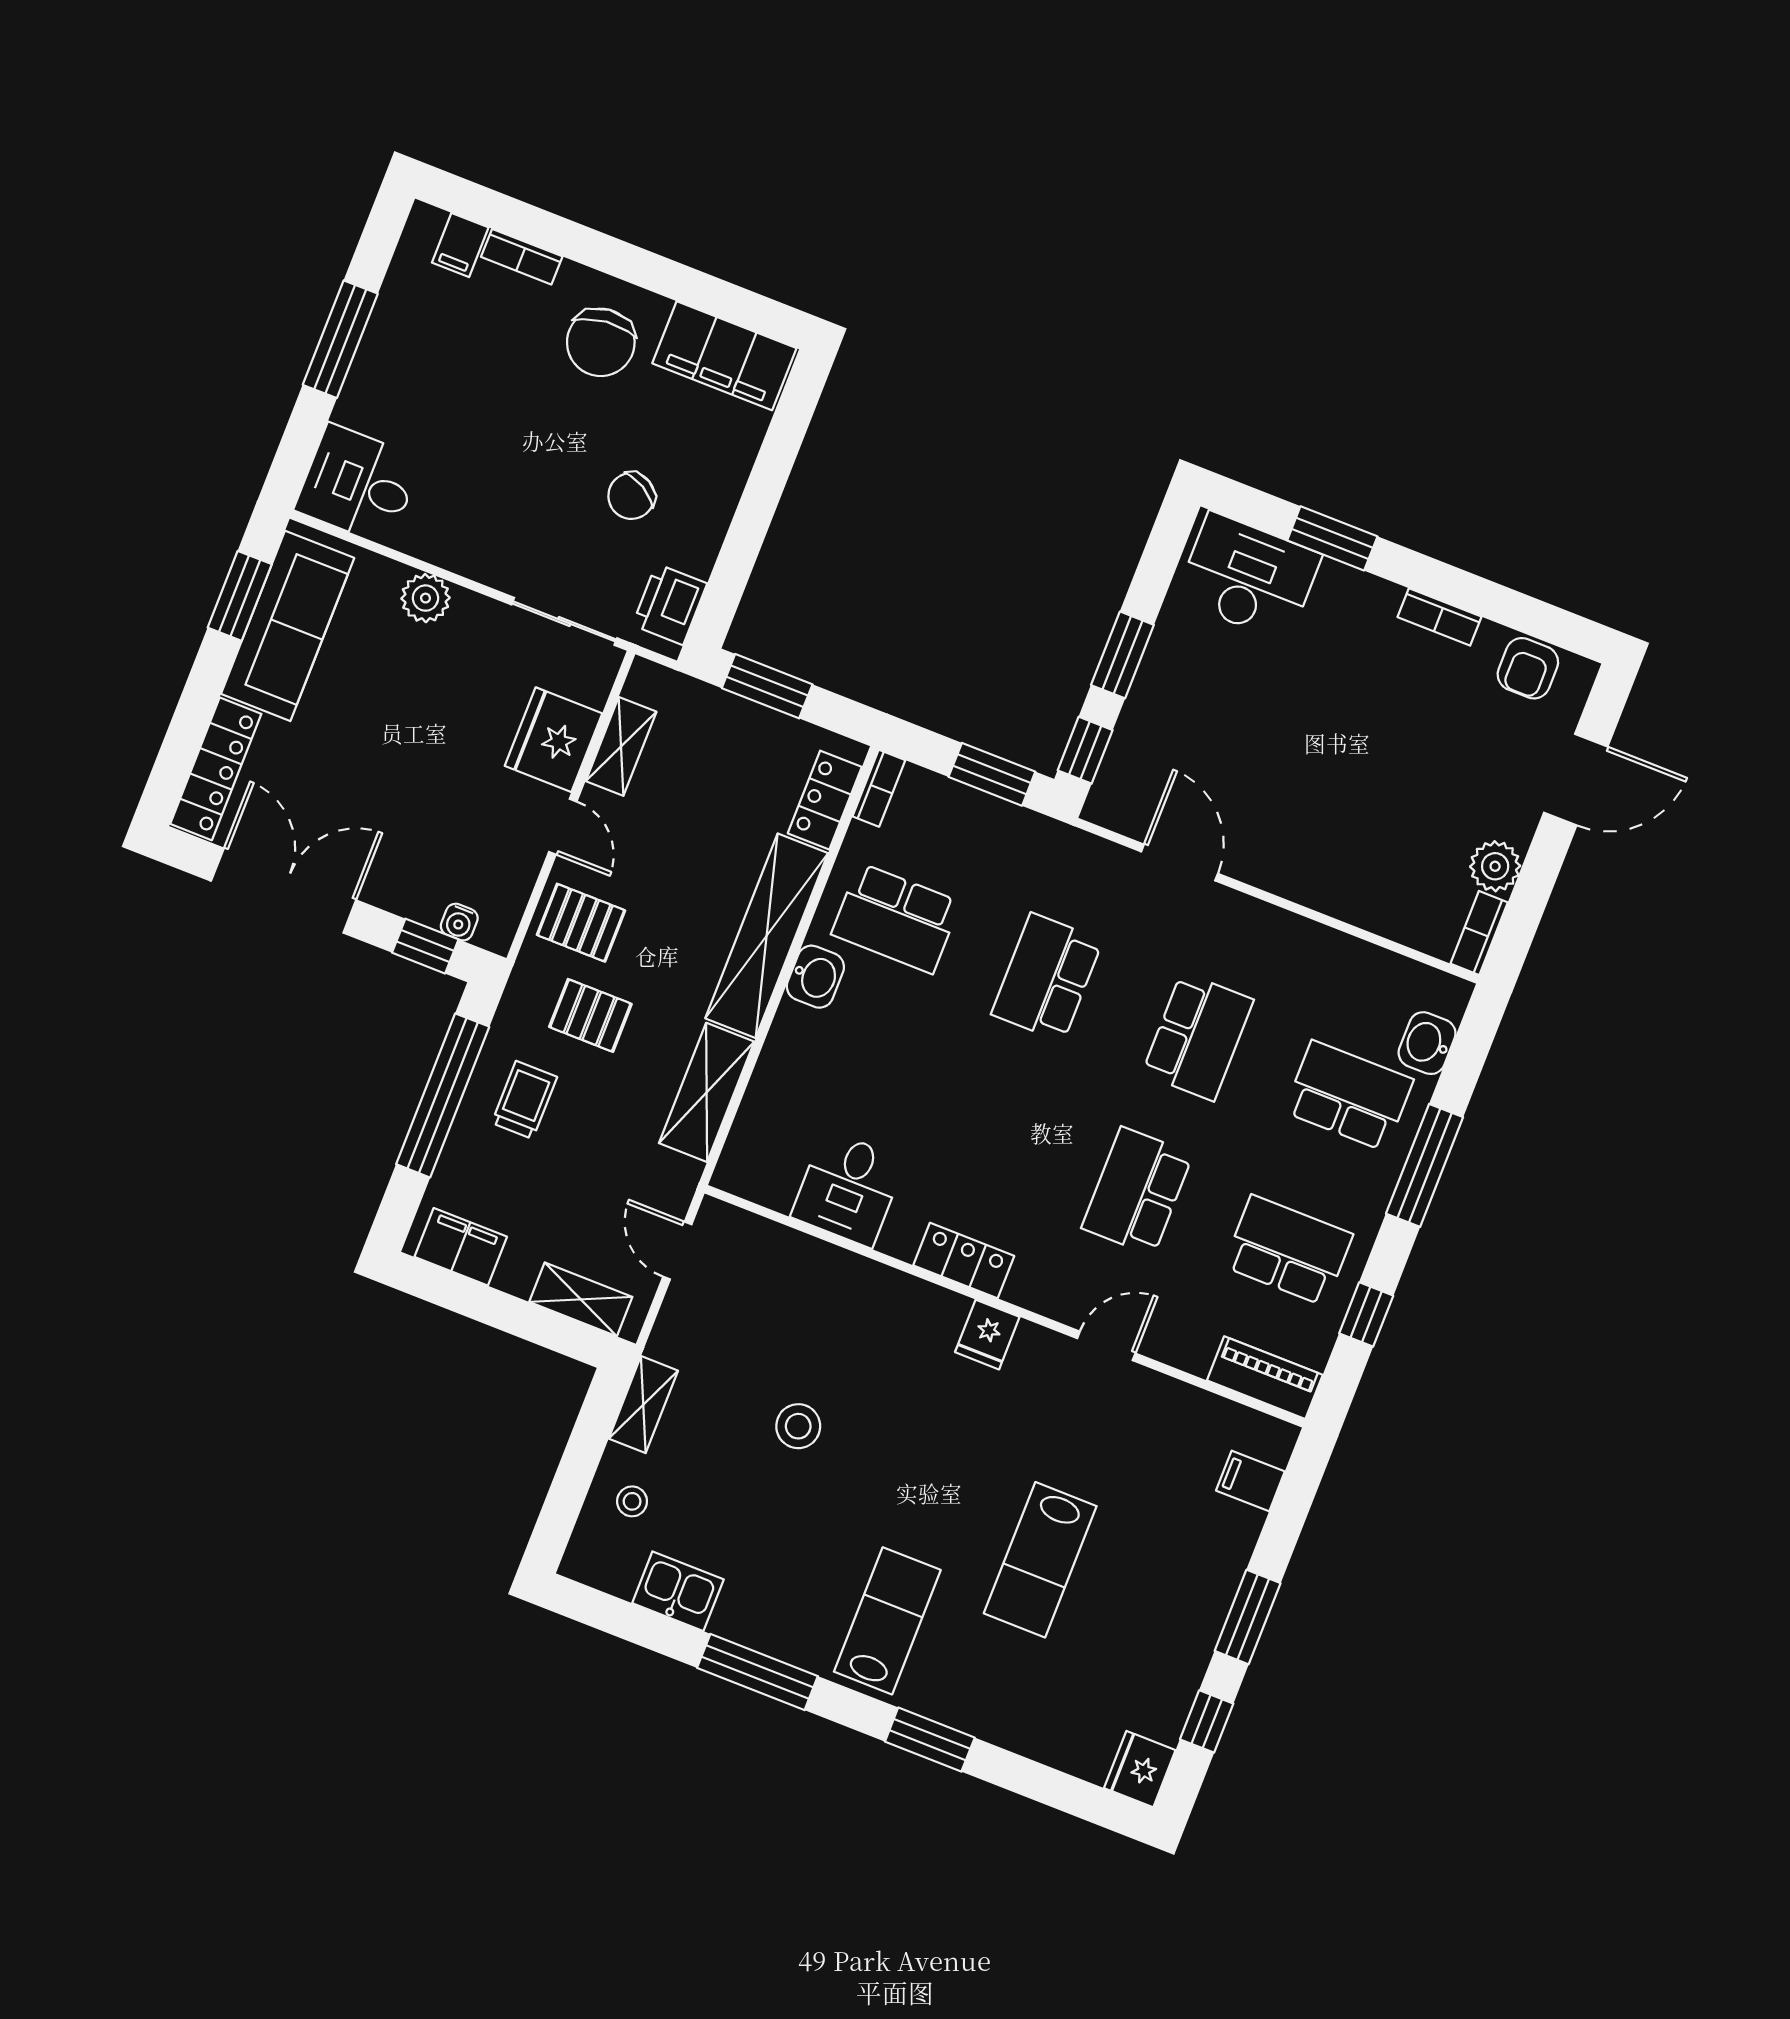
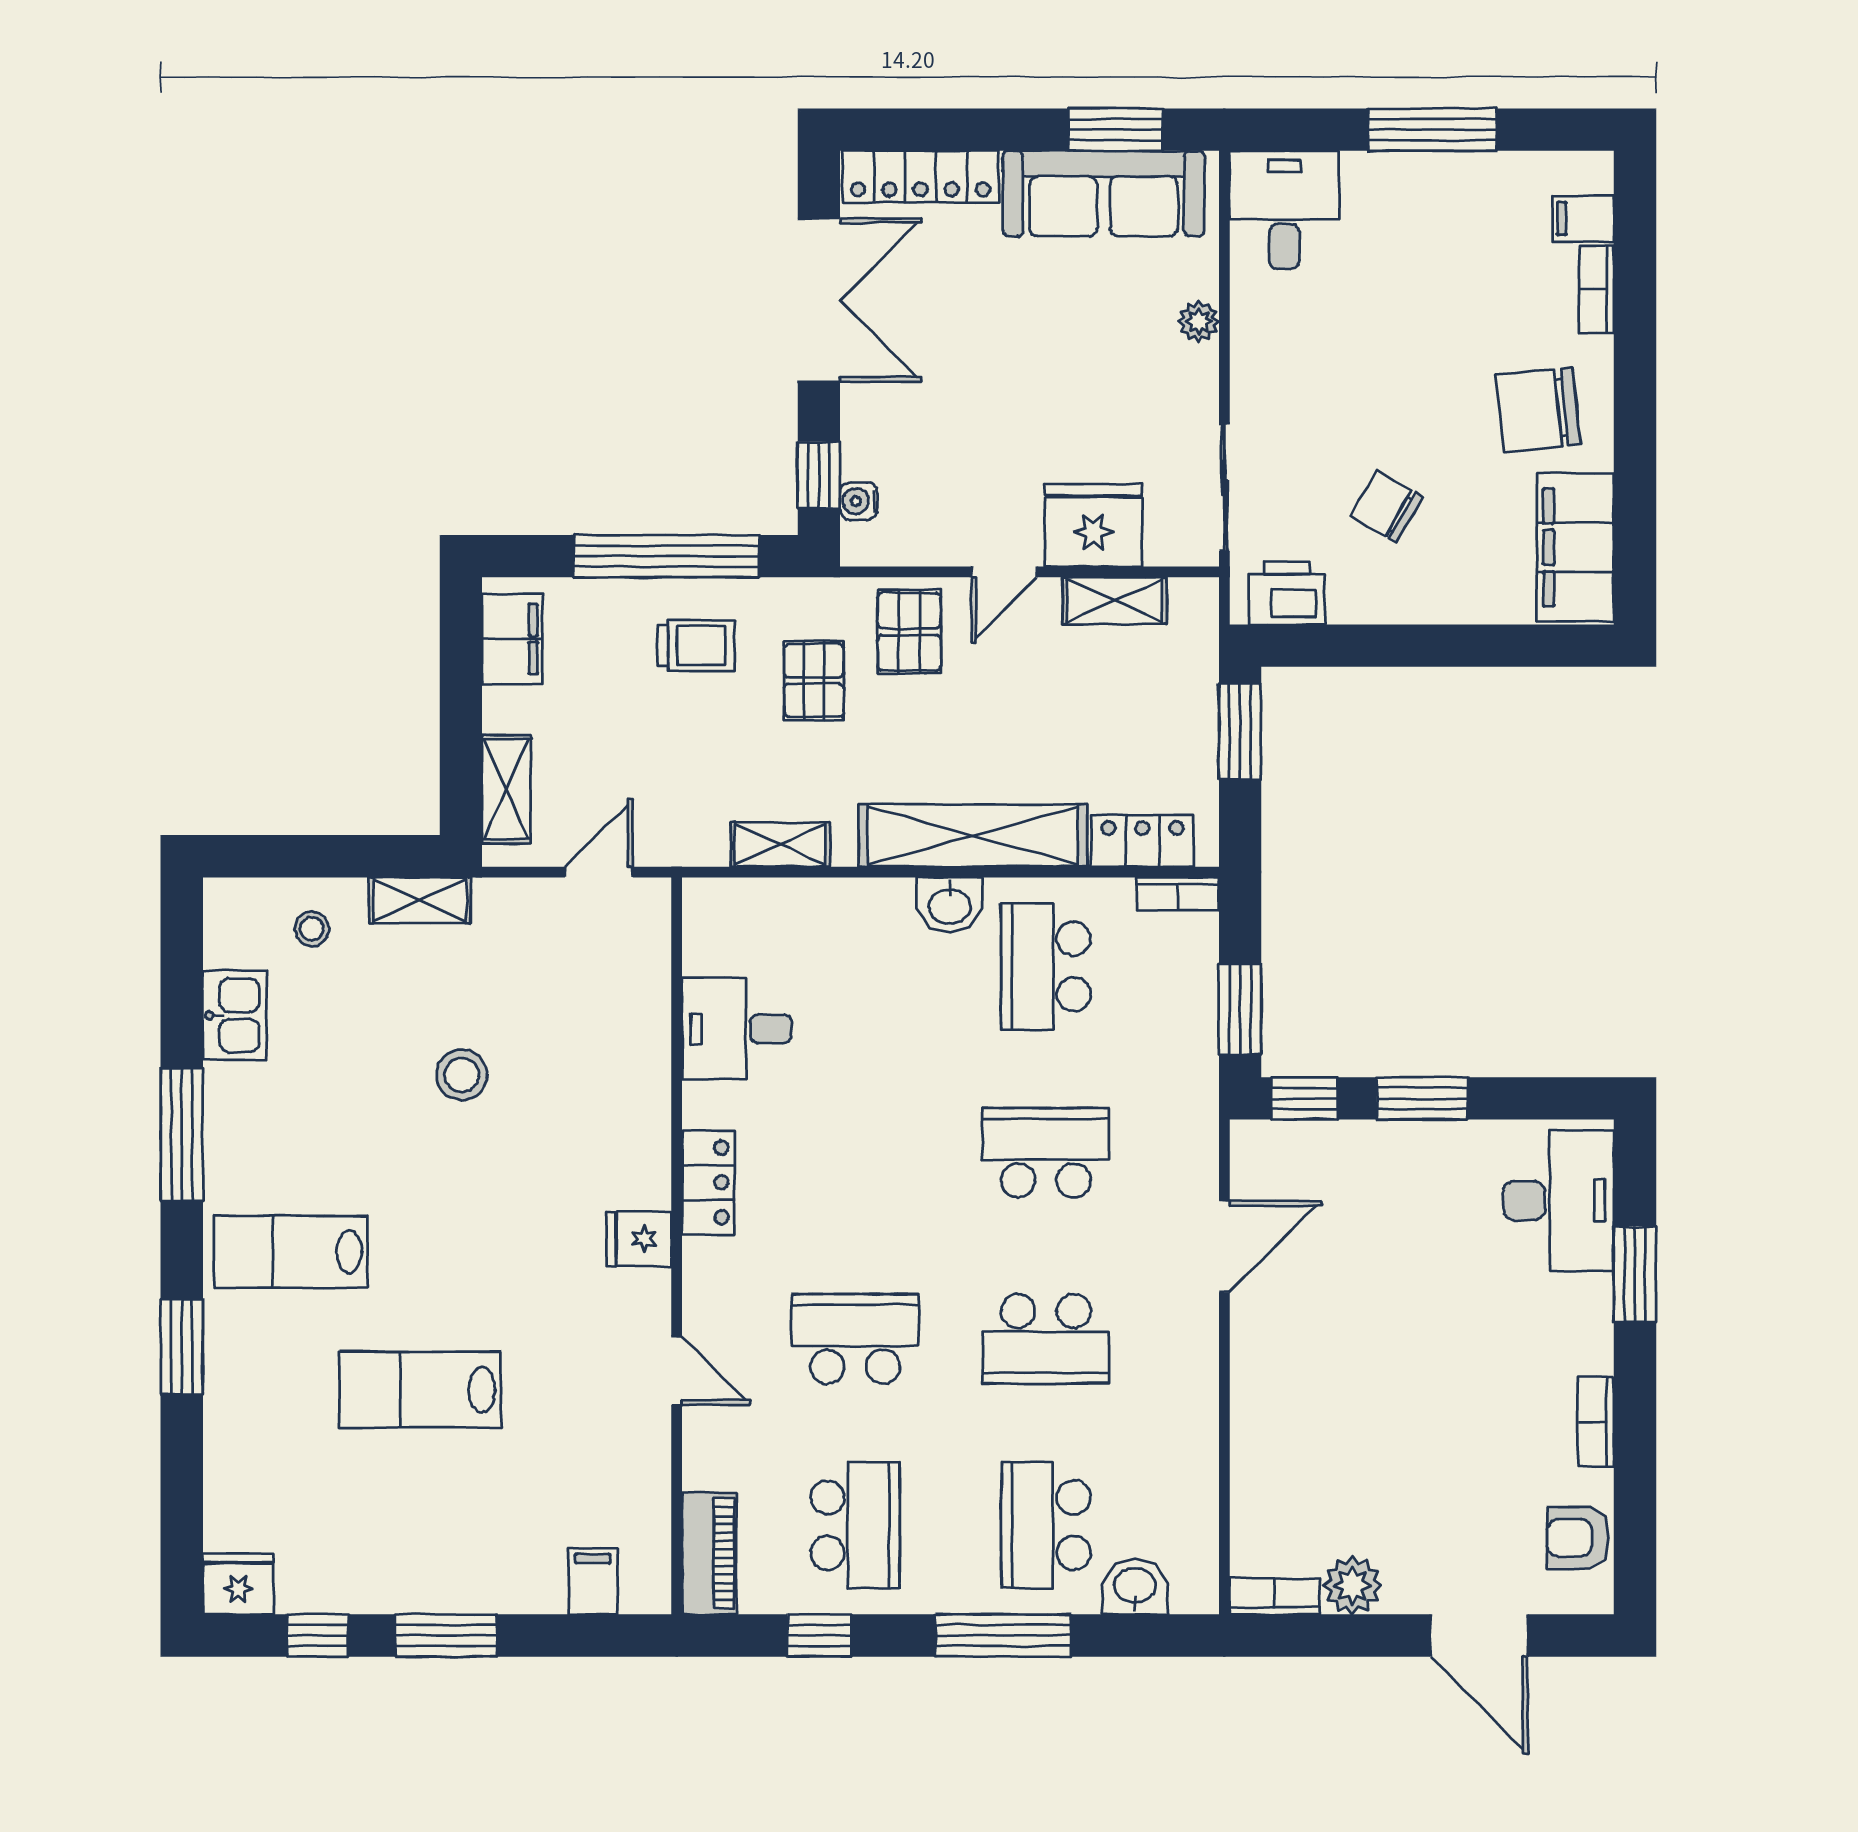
plant: (425, 598) -> (1199, 322), width x0.73, depth x0.73
shelving: (707, 1092) -> (780, 844), width x0.67, depth x0.75
school desk: (1349, 1096) -> (1046, 1525), turned 180
lab bench: (887, 1621) -> (291, 1252), turned 180

